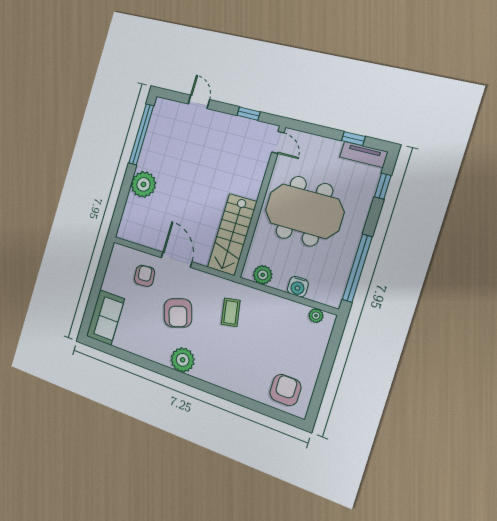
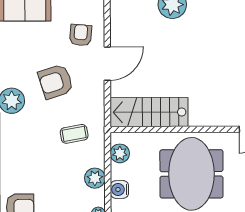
armchair: (145, 276) -> (81, 35), turned -80
plant: (279, 307) -> (95, 178), added

